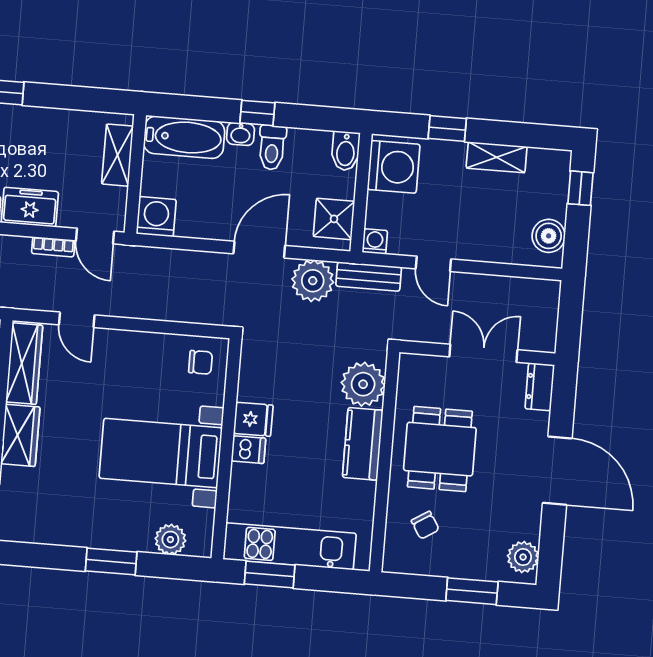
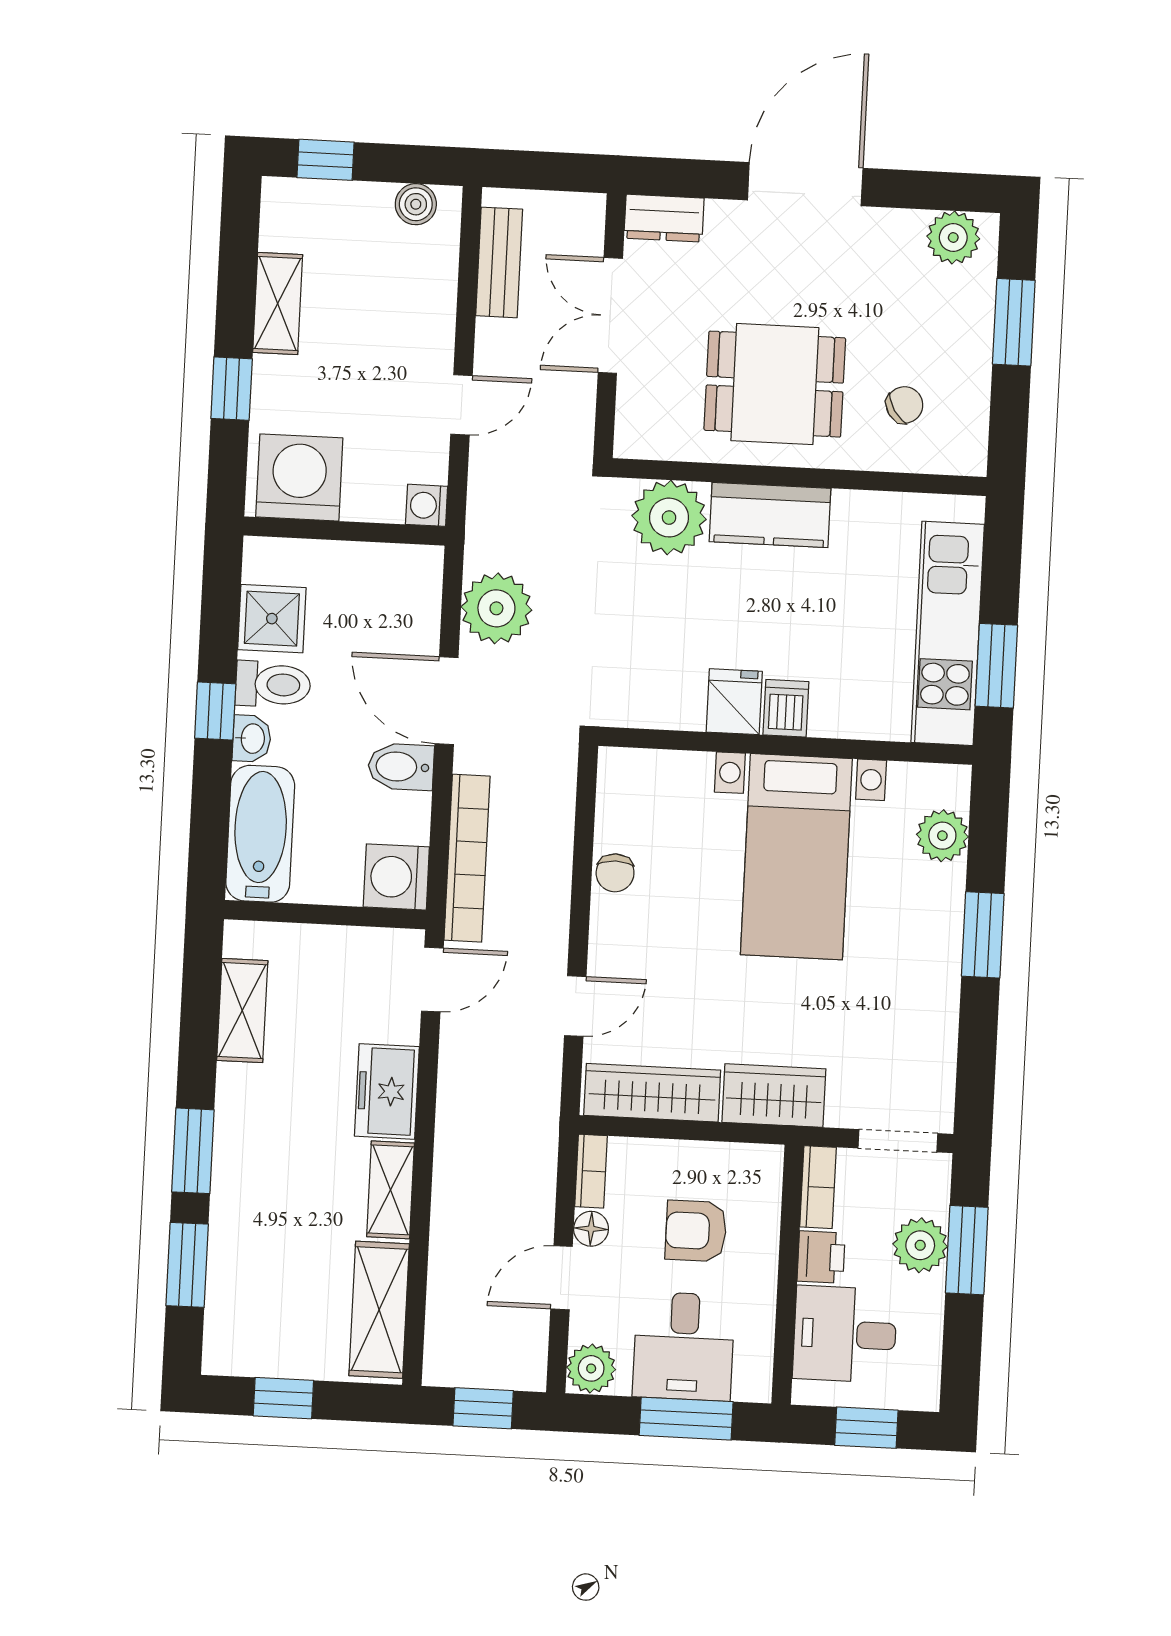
bidet: (346, 151) -> (401, 767), moved, turned 180
shelving: (118, 155) -> (242, 1011), moved, turned 90
shower: (334, 219) -> (272, 619), moved
boiler: (549, 236) -> (416, 204), width x0.73, depth x0.73
bookcase: (53, 247) -> (467, 858), moved, width x2.31, depth x1.31
bench: (369, 277) -> (499, 262), moved
chair: (201, 362) -> (615, 873), moved, turned 180

